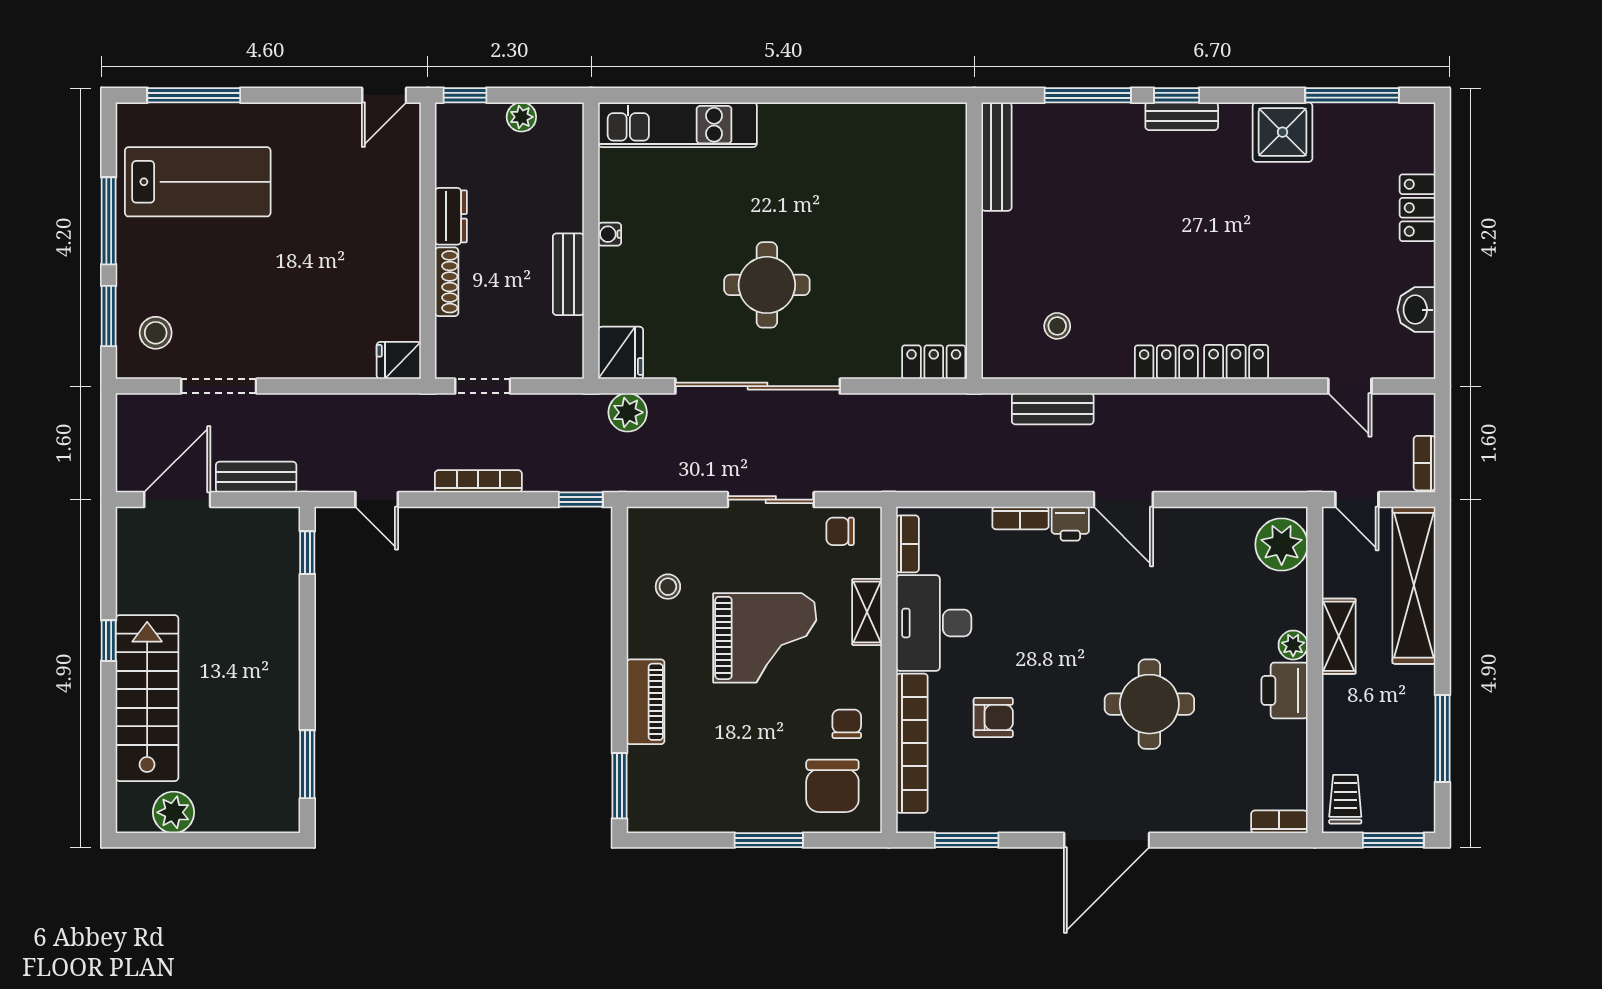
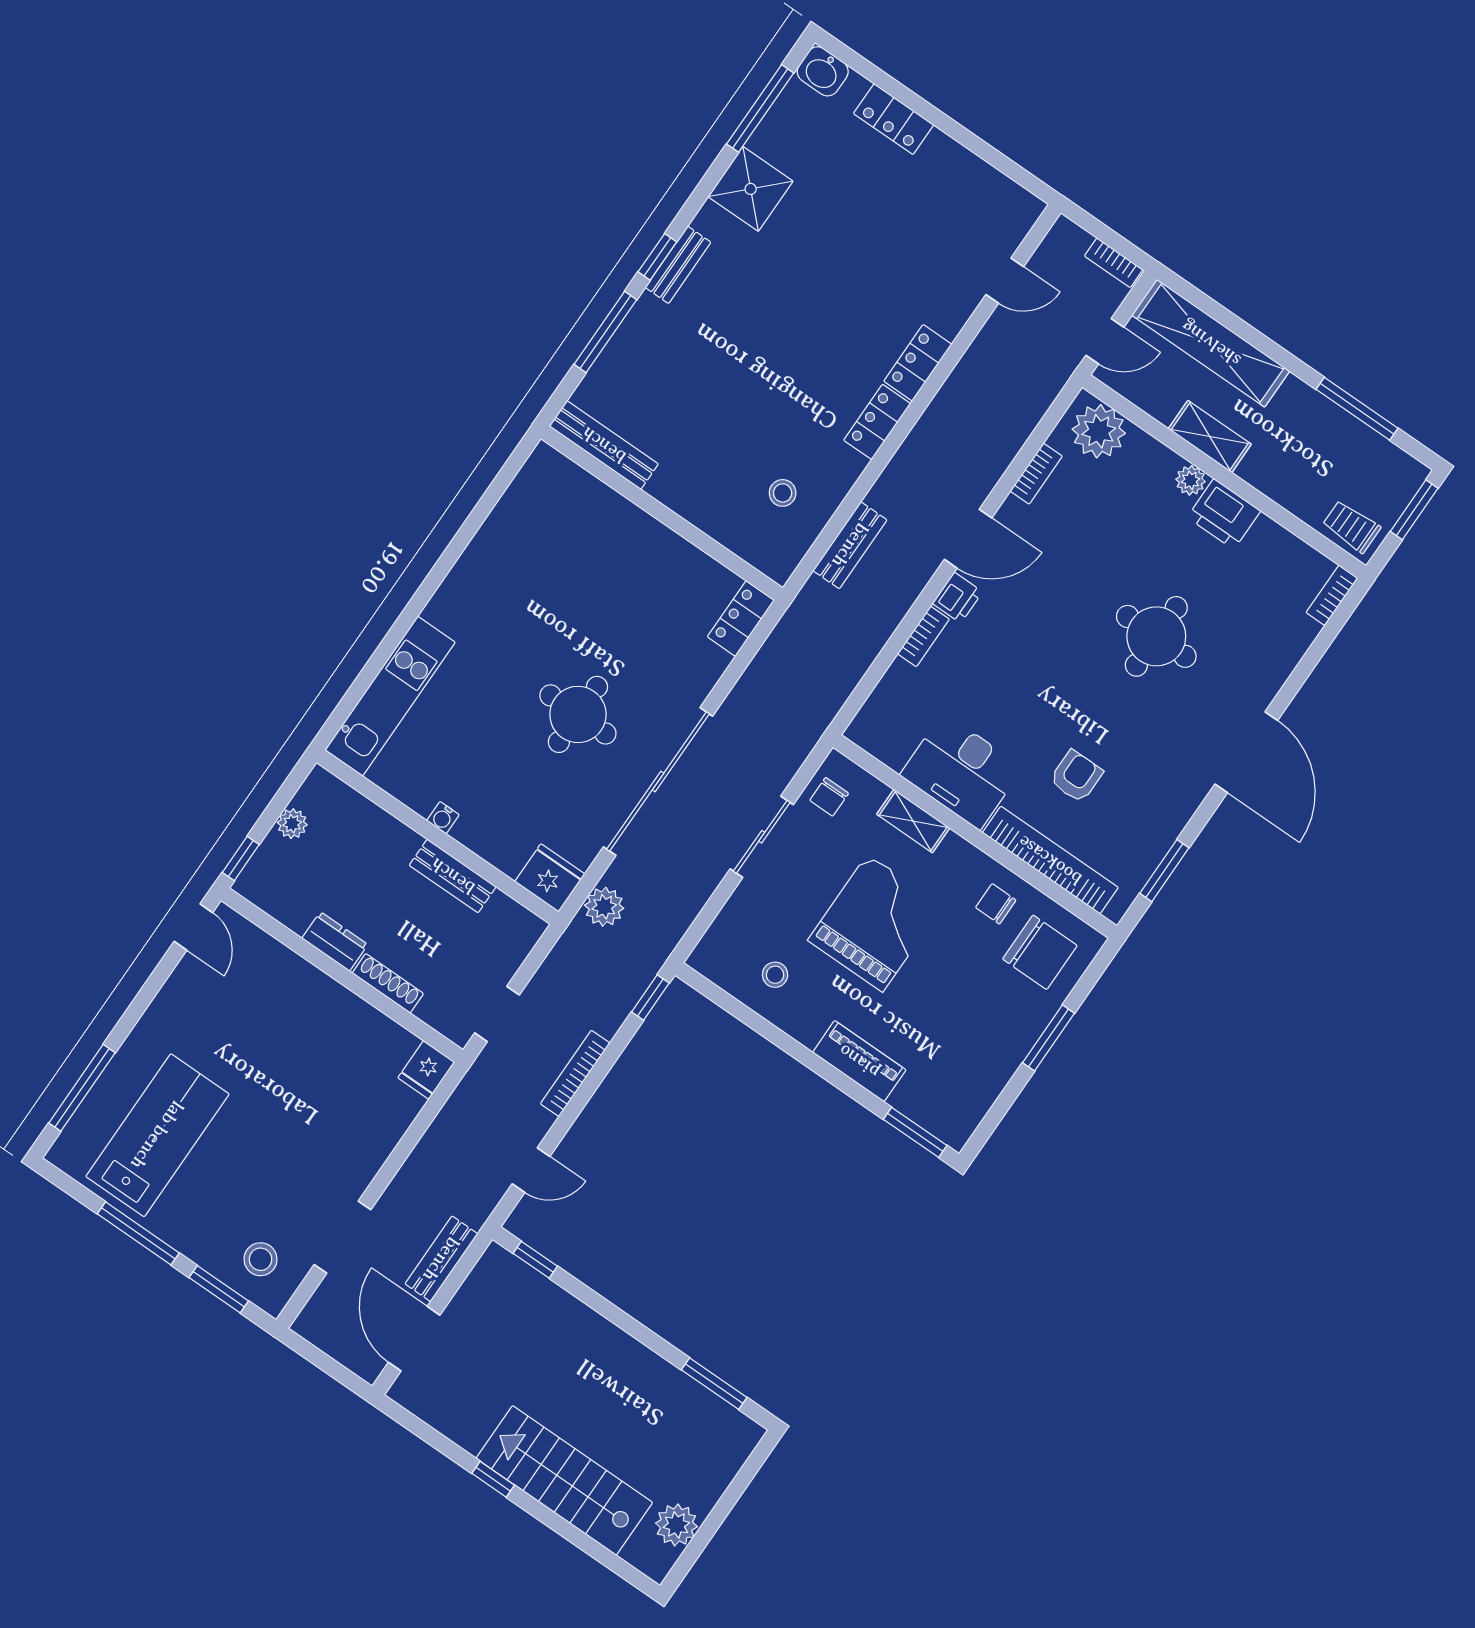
washbasin: (1416, 310) -> (823, 71), moved
bookcase: (908, 544) -> (1036, 474), moved, turned 90

